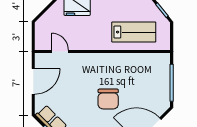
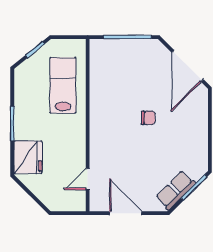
chair: (108, 99) -> (148, 118), width x0.54, depth x0.54

